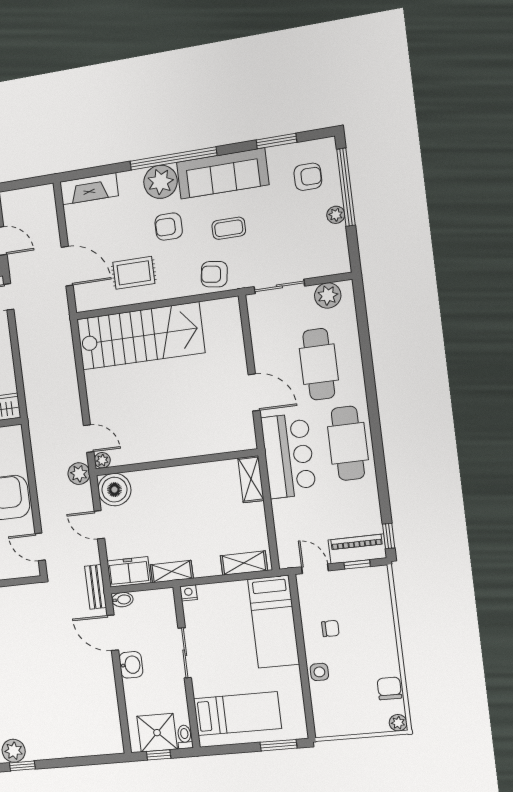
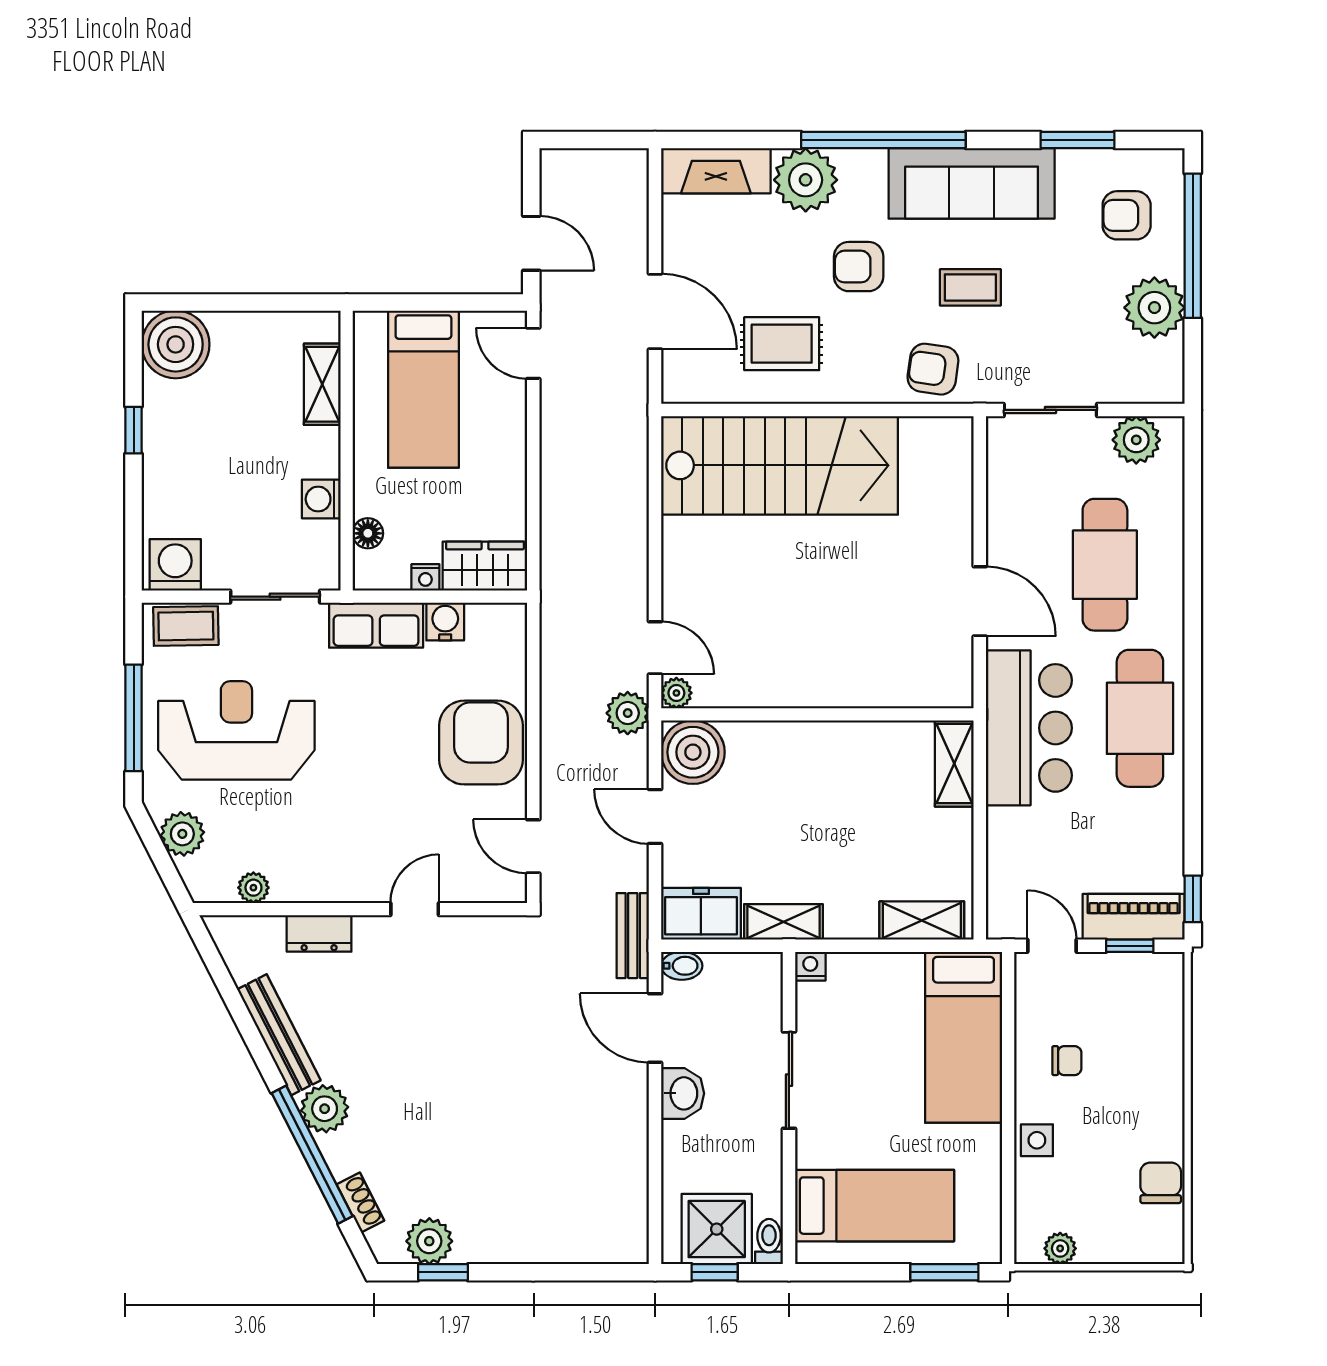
armchair: (308, 177) -> (1127, 215), turned 180
plant: (161, 182) -> (806, 180), moved
plant: (336, 215) -> (1154, 308), width x1.88, depth x1.88
plant: (398, 723) -> (1060, 1248), moved

